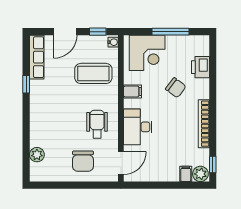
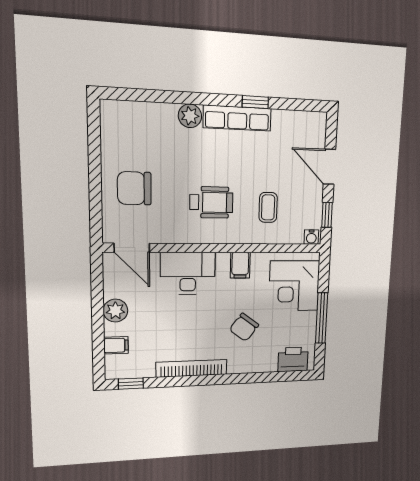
row of seats: (37, 57) -> (237, 118), moved
printer: (200, 67) -> (293, 359), moved
coffee table: (93, 73) -> (268, 207), width x0.54, depth x0.58
wheelchair: (97, 124) -> (211, 202), moved
plant: (37, 155) -> (190, 116), moved
plant: (200, 174) -> (115, 311), moved

